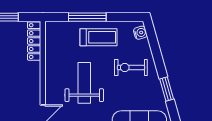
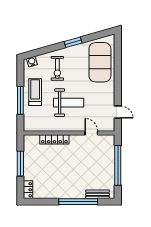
locker: (34, 41) -> (54, 139), moved
weight bench: (84, 83) -> (69, 103), turned 180

